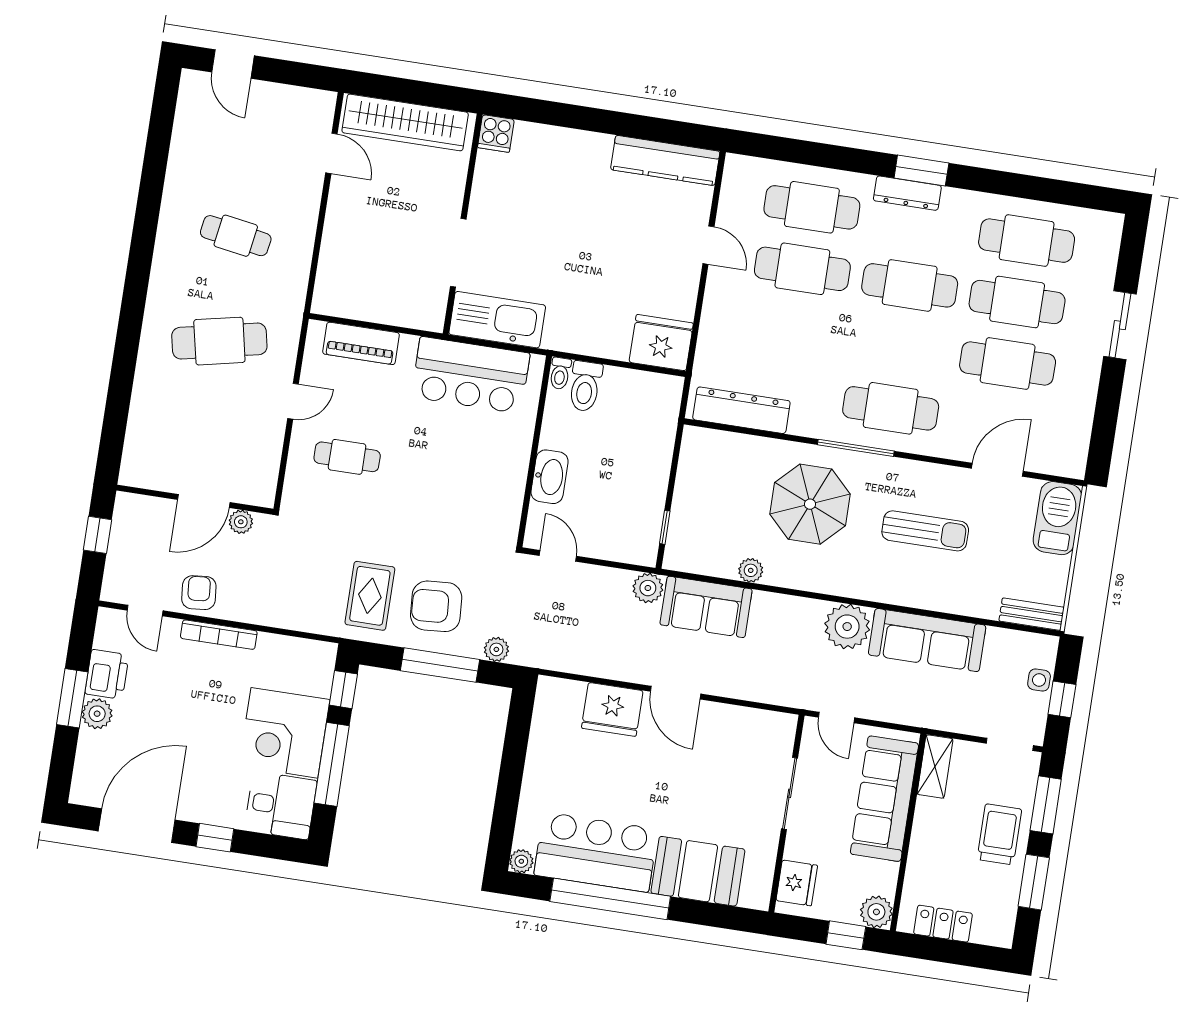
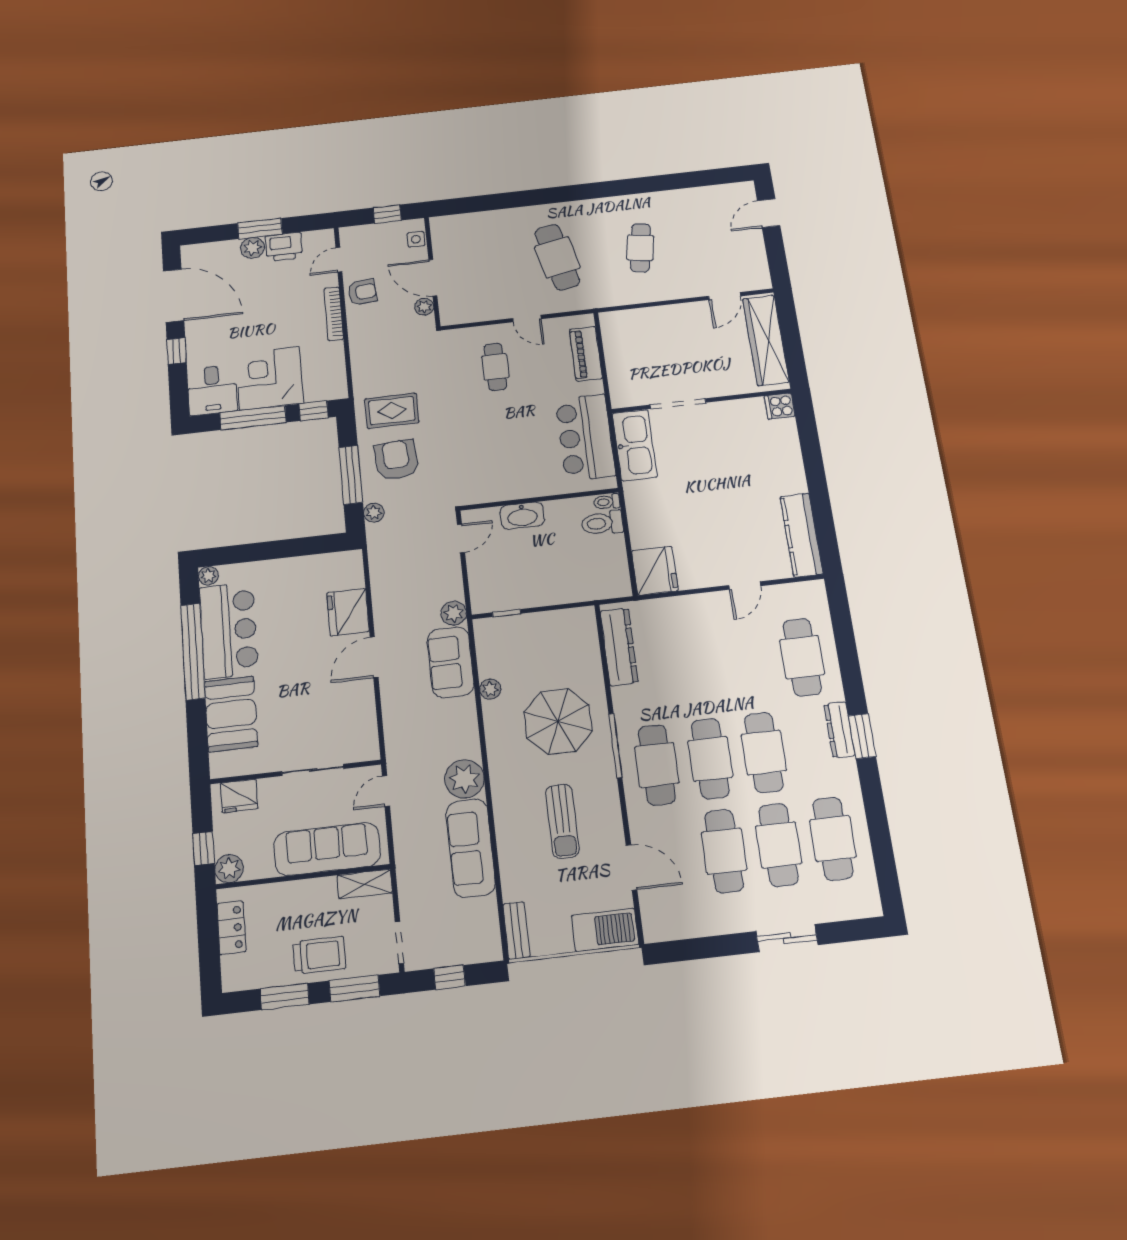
cafe table: (802, 269) -> (710, 759), moved
side table: (1039, 680) -> (416, 239), moved

